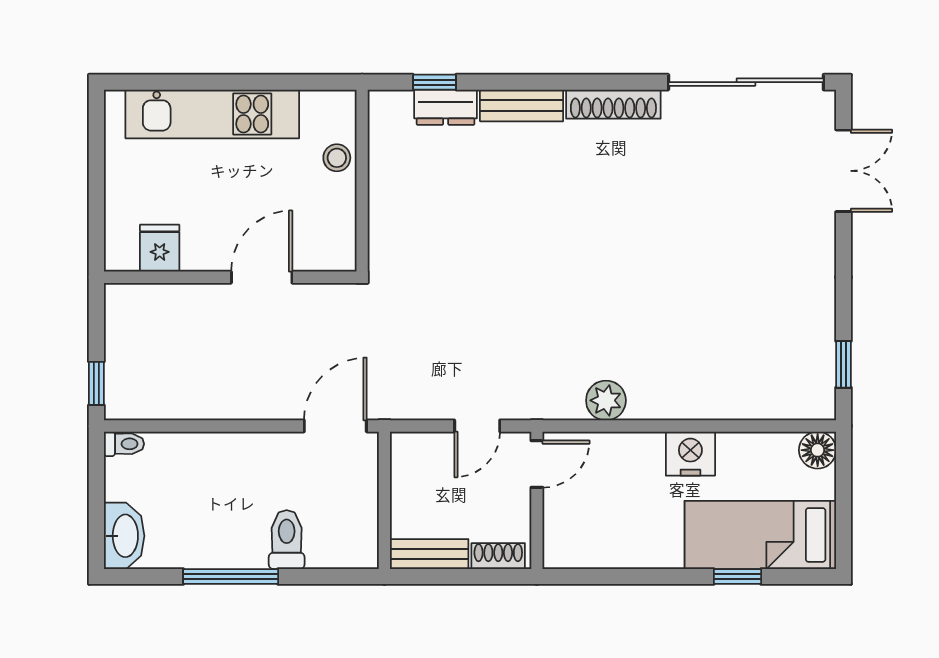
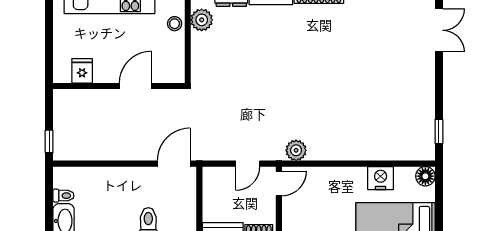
plant: (389, 150) -> (202, 20), added
plant: (606, 400) -> (296, 150), moved
toilet: (124, 444) -> (63, 196), moved
nightstand: (690, 454) -> (381, 178), moved

